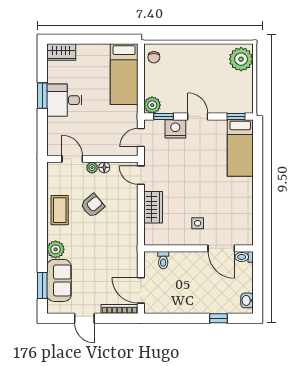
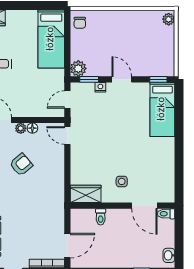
plant: (241, 59) -> (169, 19), width x0.53, depth x0.53
nightstand: (175, 129) -> (100, 87), width x0.53, depth x0.56
wardrobe: (153, 207) -> (86, 194), moved, turned -90
toilet: (163, 260) -> (101, 217), moved
door: (141, 290) -> (67, 246), swing flipped

